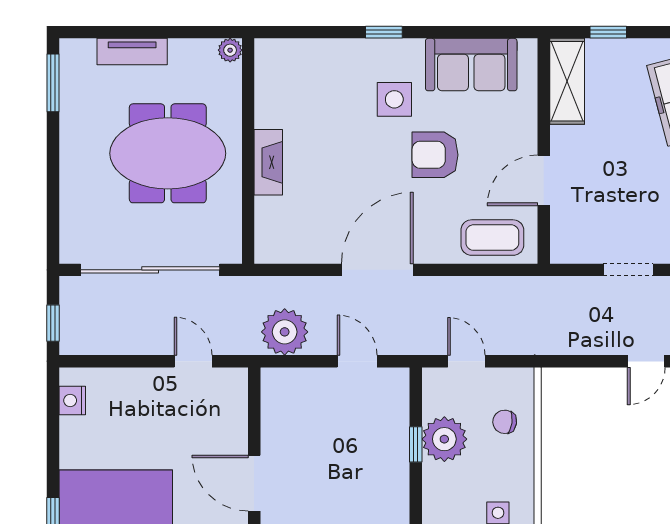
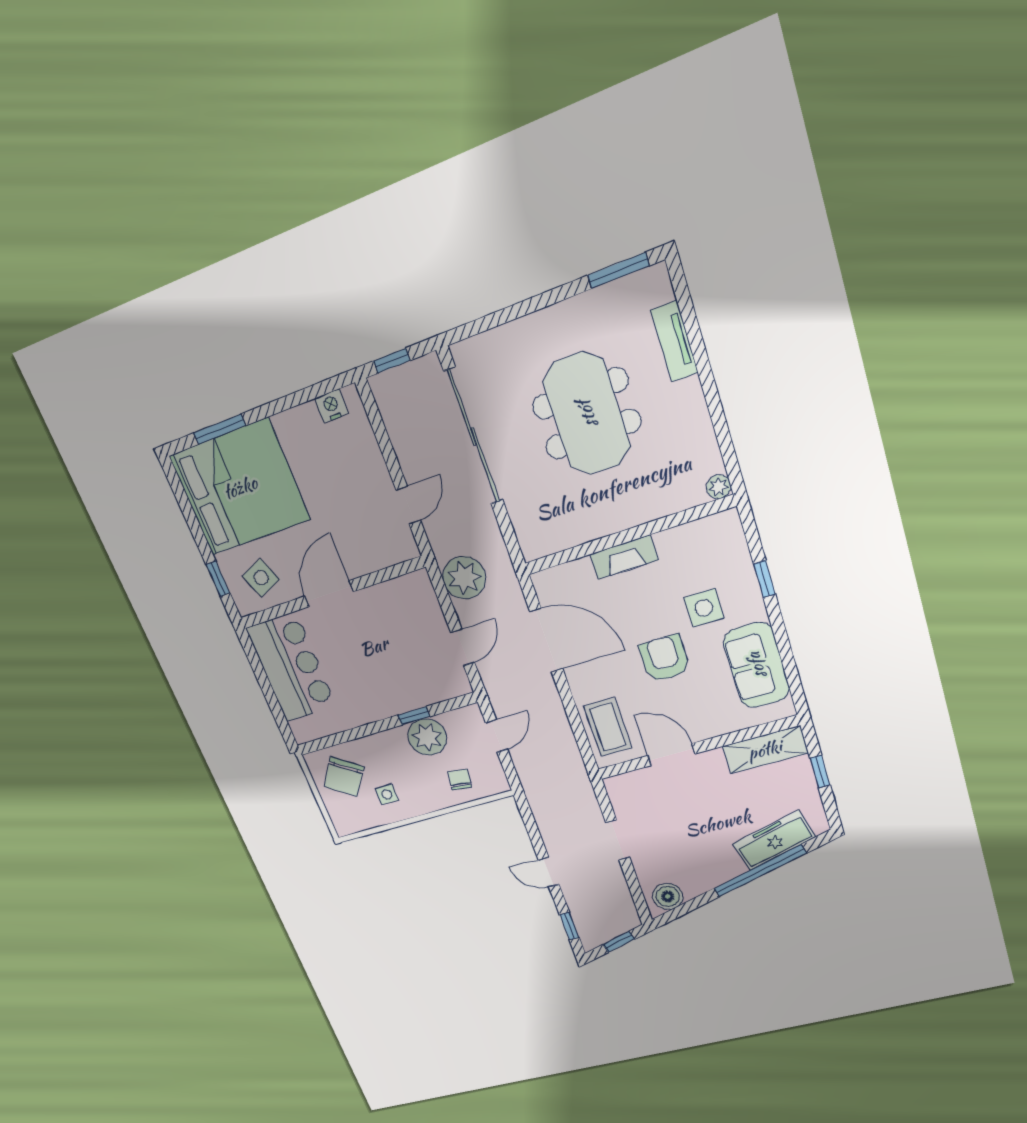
plant: (230, 50) -> (719, 487), moved
wall: (248, 151) -> (628, 535), moved
fireplace: (268, 162) -> (624, 557), moved

